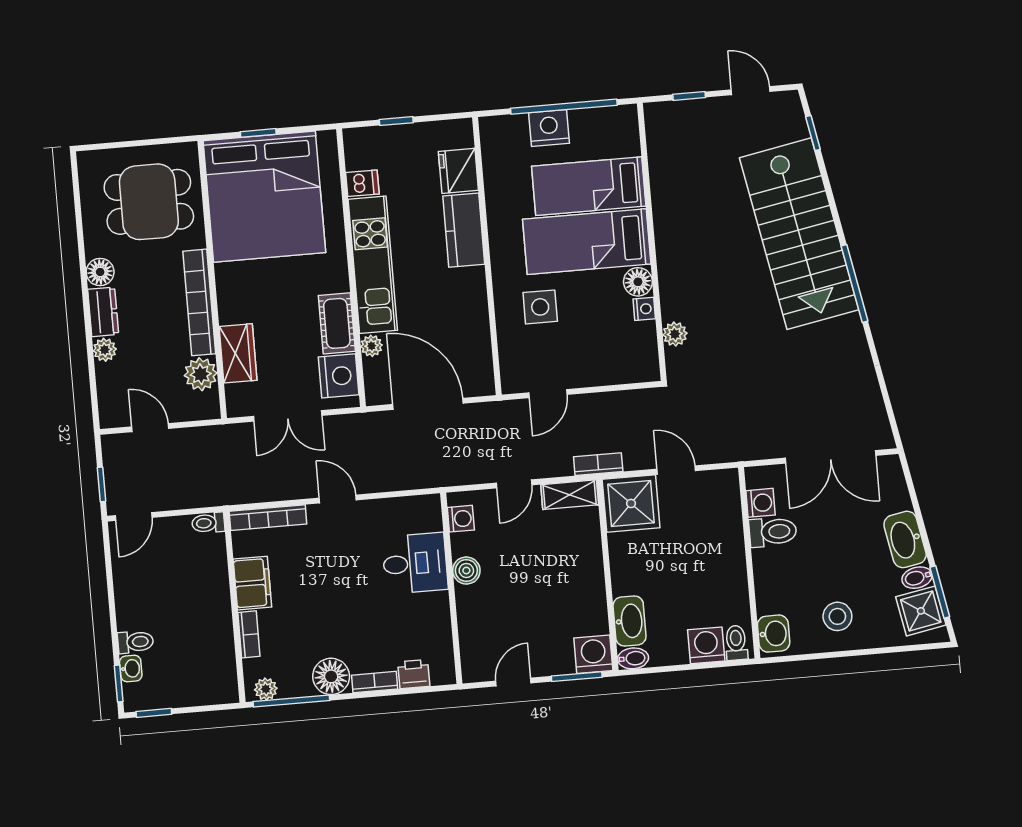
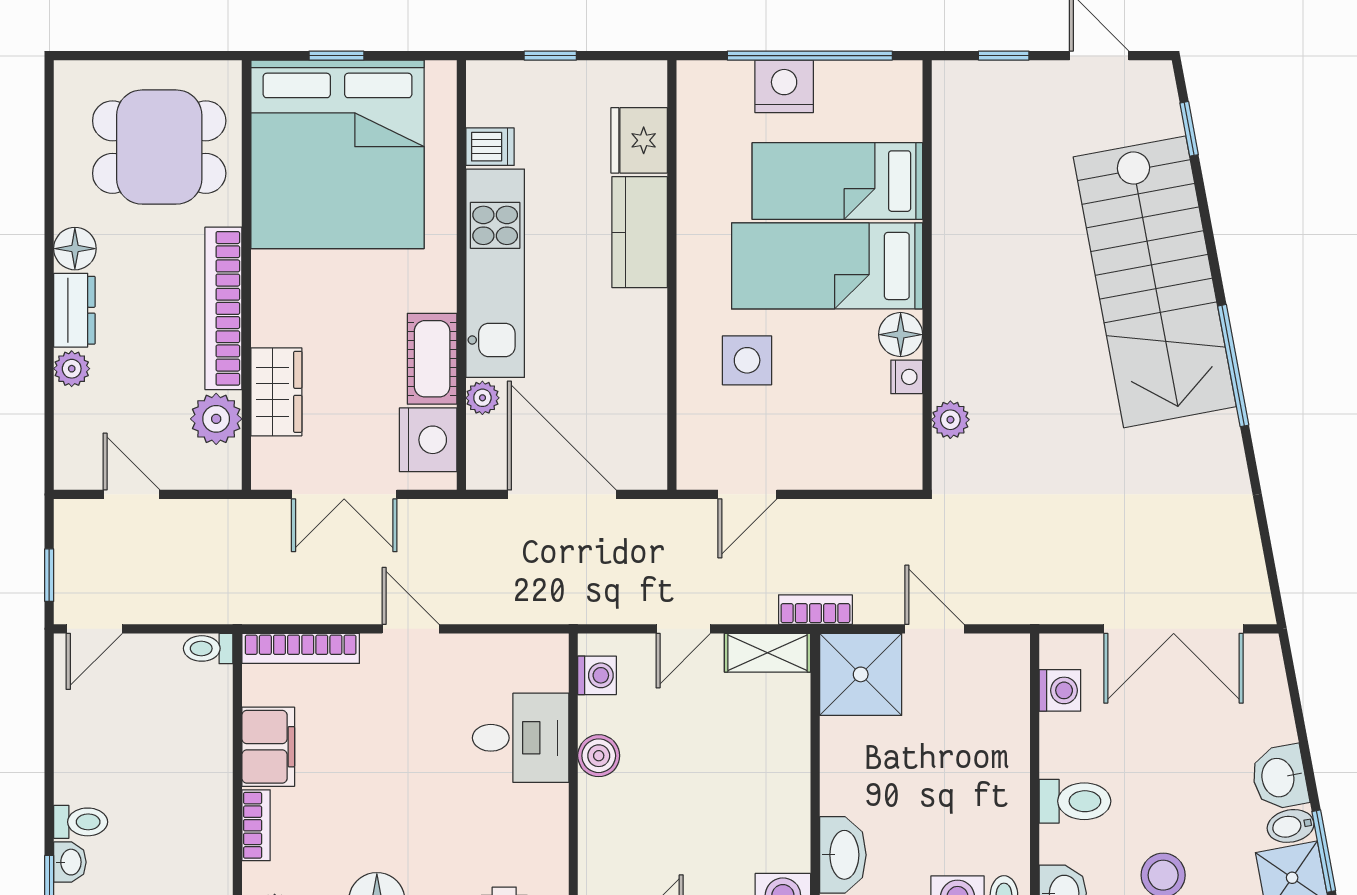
toilet: (773, 532) -> (1075, 801), moved
washbasin: (905, 539) -> (1279, 777), width x0.72

